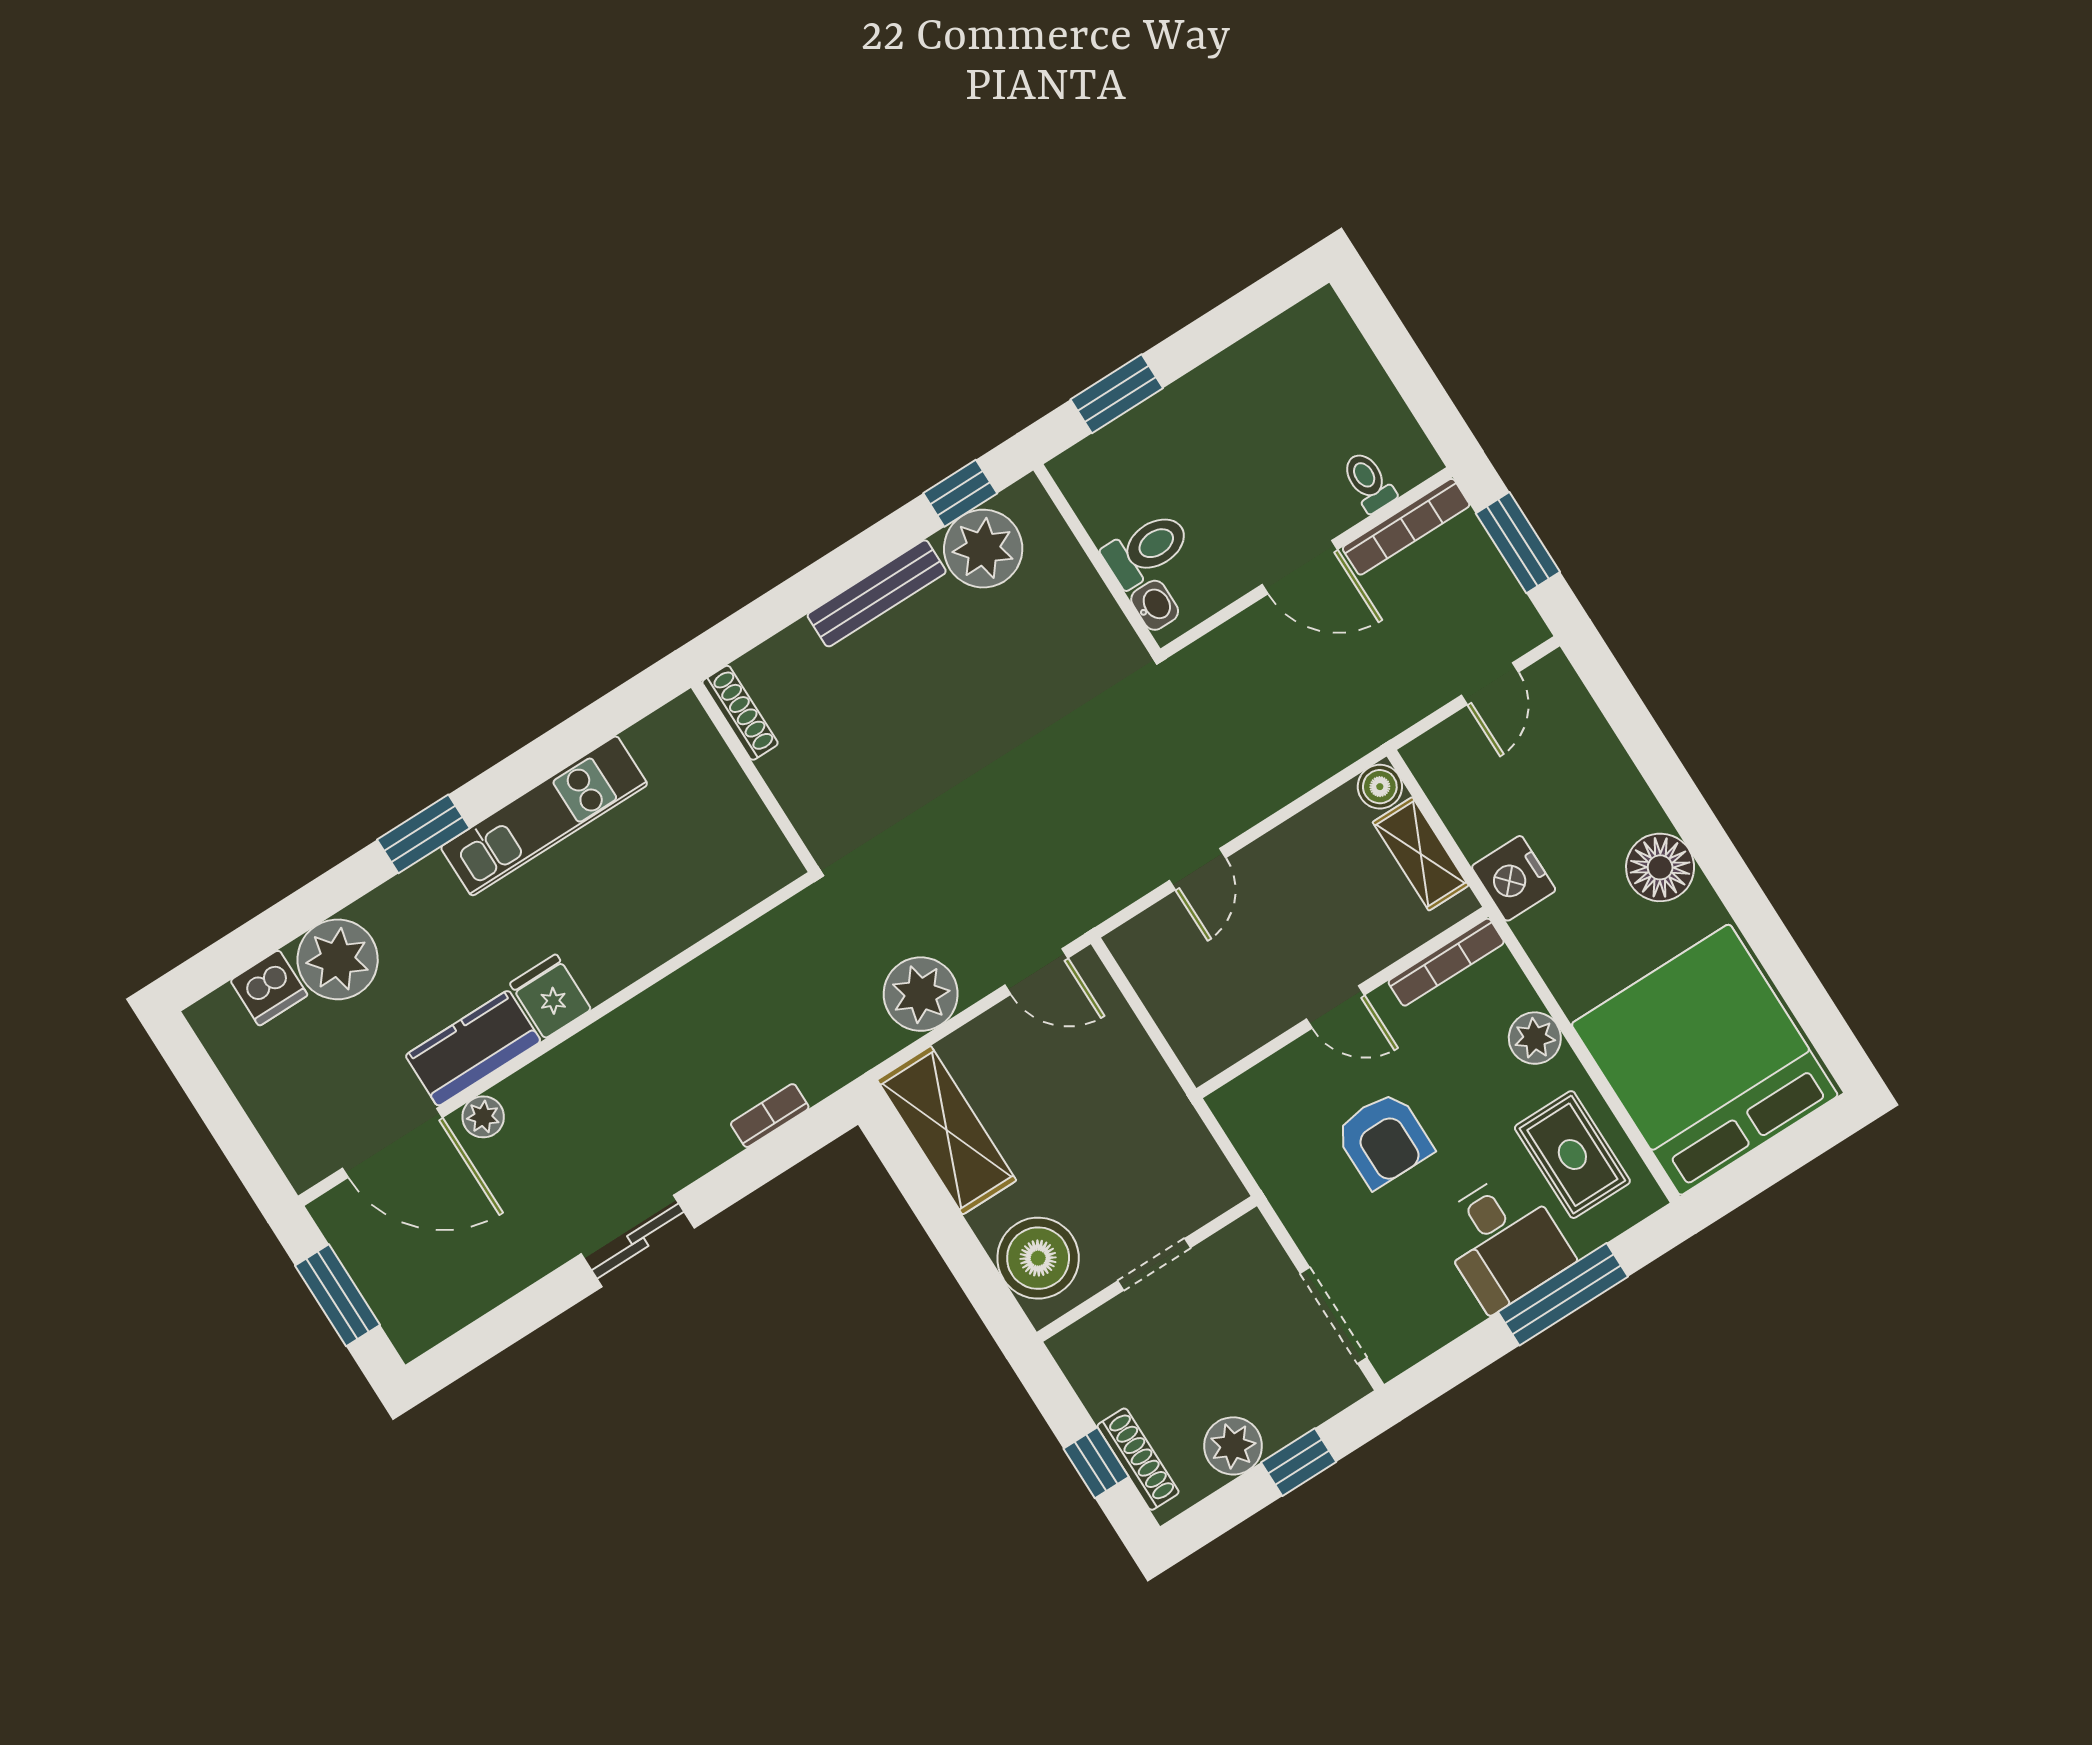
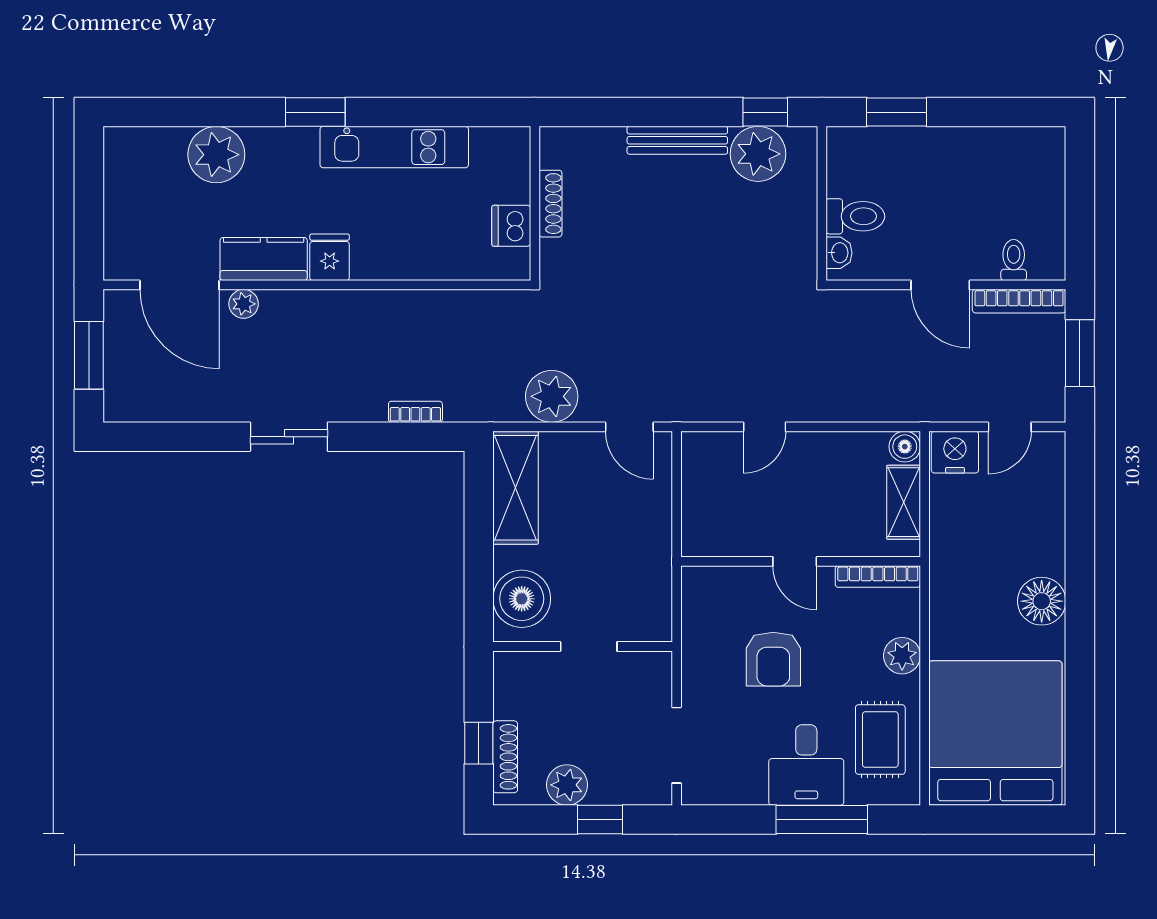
shoe rack: (740, 713) -> (550, 204), moved
nightstand: (1514, 878) -> (955, 452), moved, turned 90
dishwasher: (269, 988) -> (511, 226), moved, turned 90

